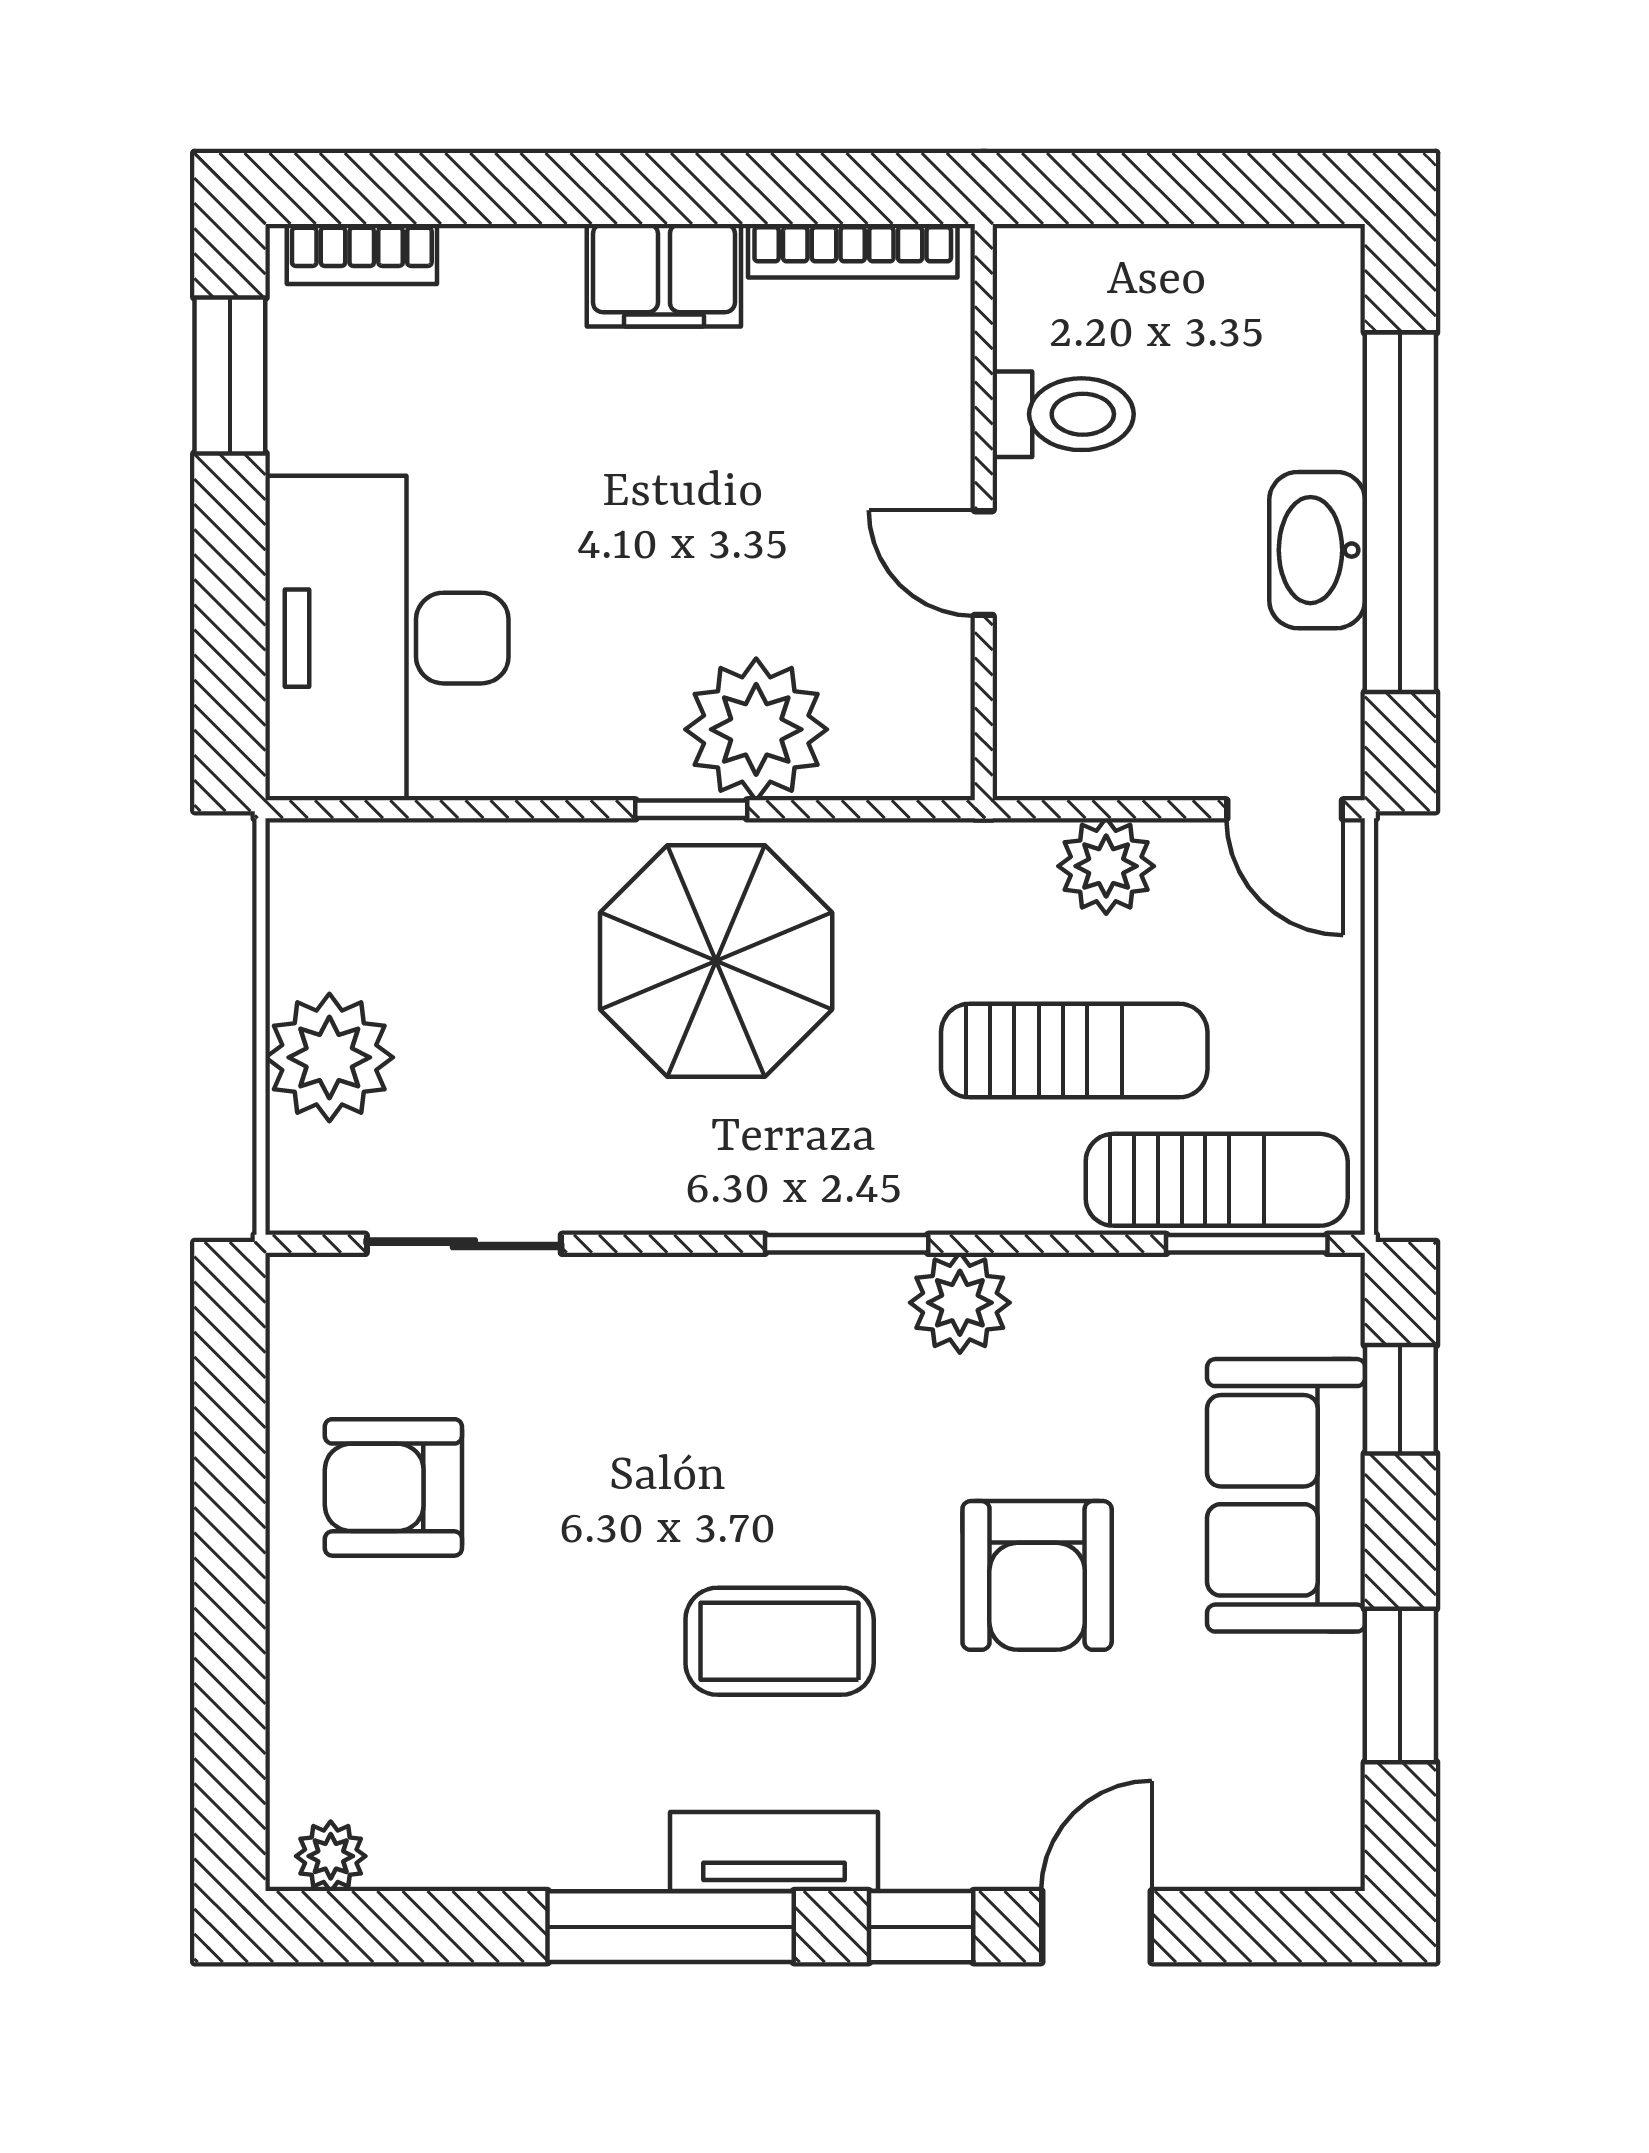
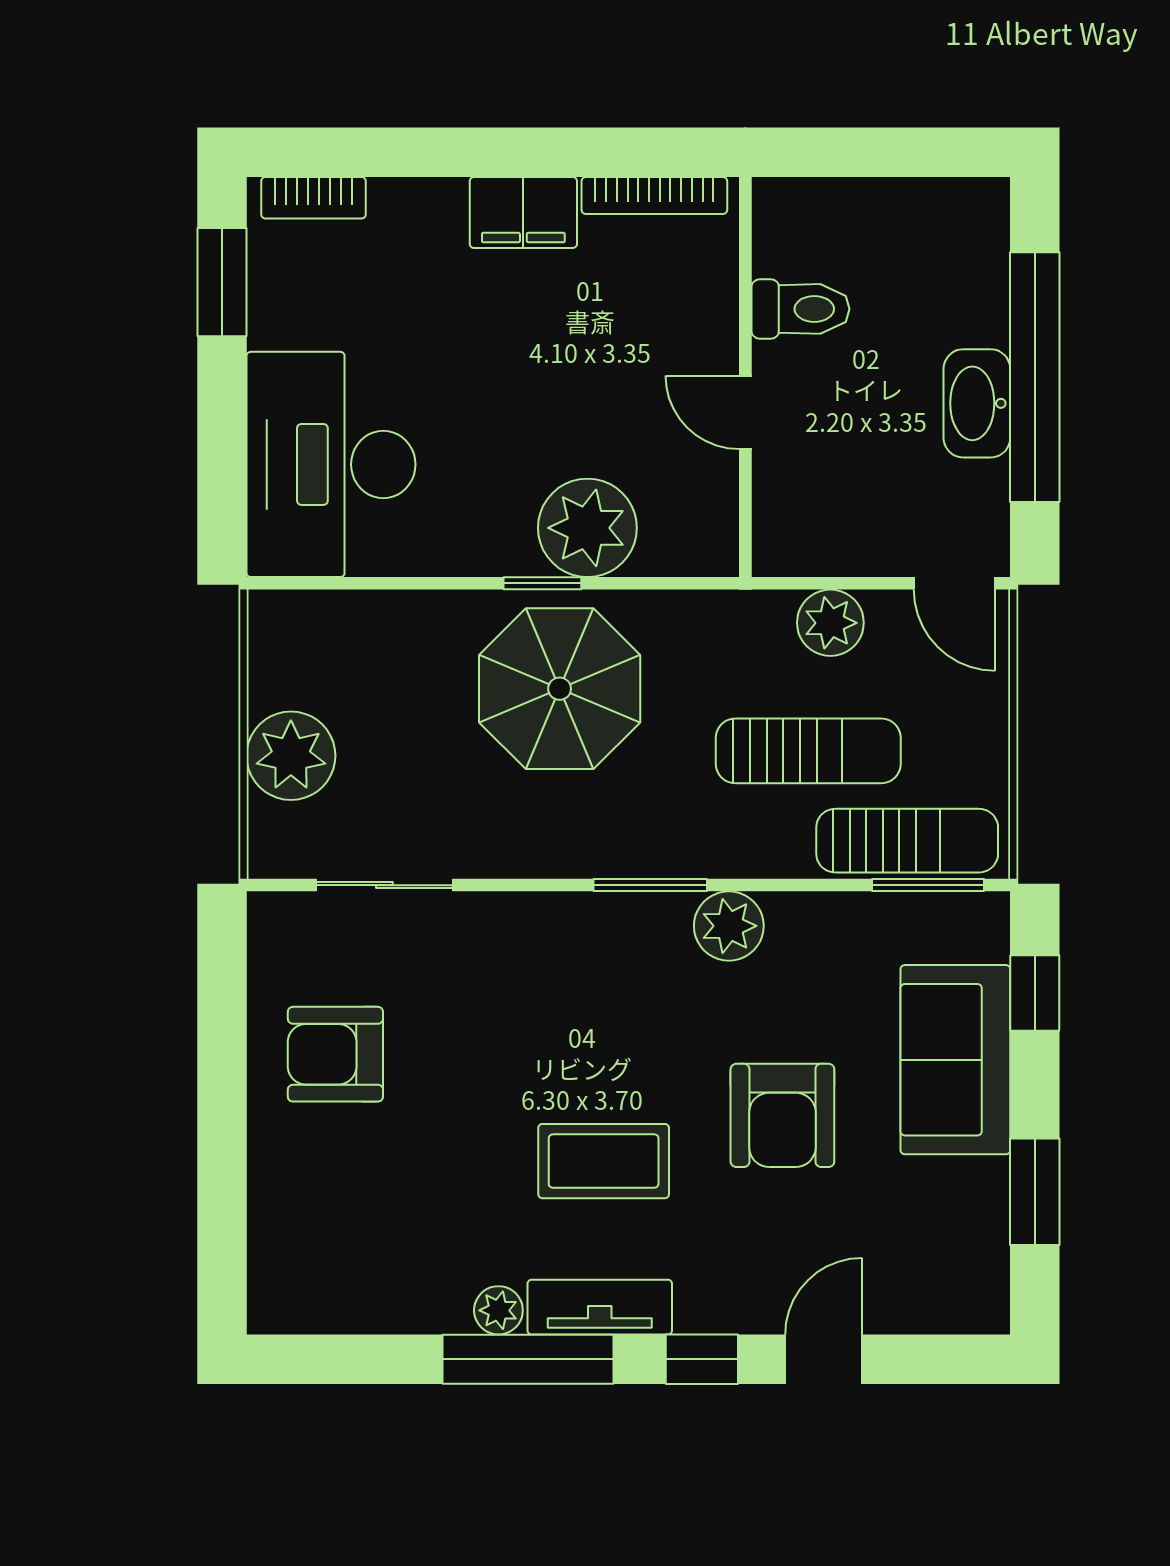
plant: (331, 1856) -> (498, 1310), moved

